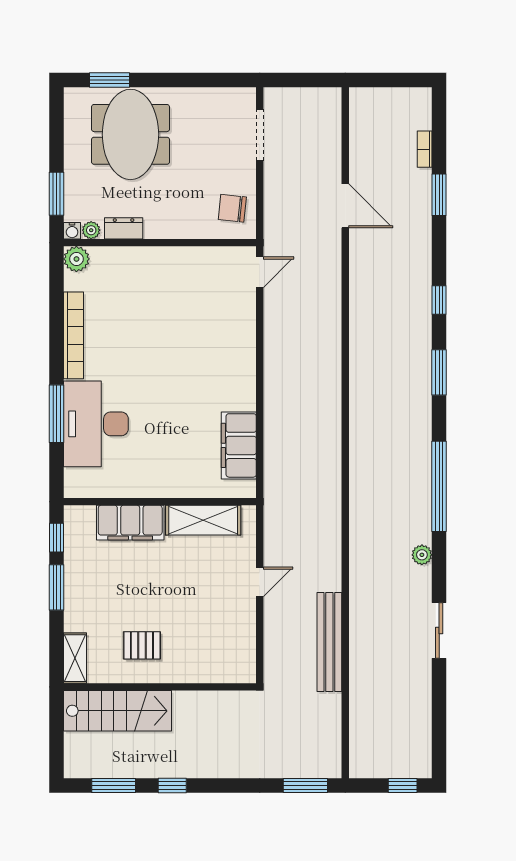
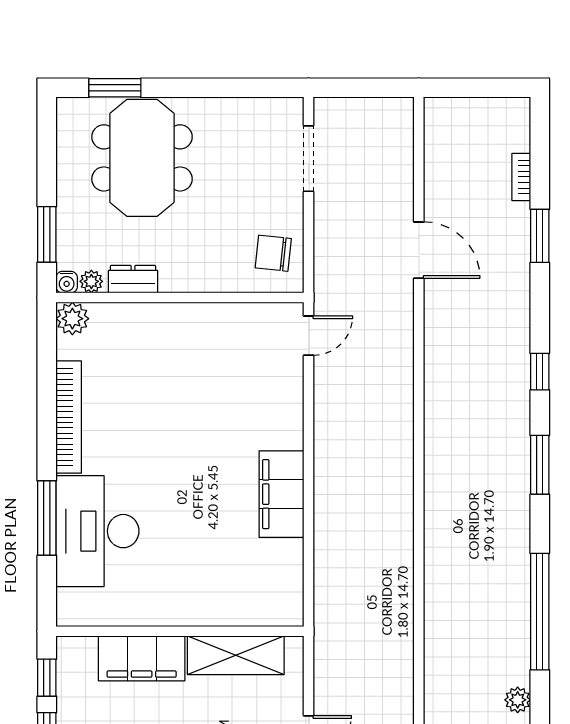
filing cabinet: (239, 445) -> (281, 494), moved

